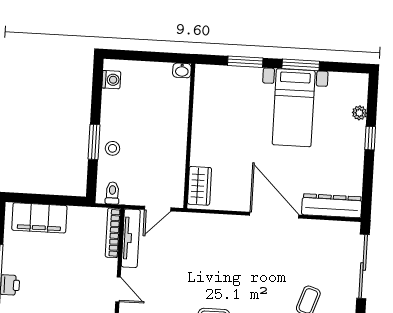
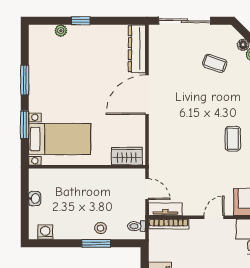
washbasin: (182, 70) -> (35, 199), moved
bed with nightstands: (294, 108) -> (60, 139), moved
tv unit: (131, 238) -> (165, 209), width x0.71

